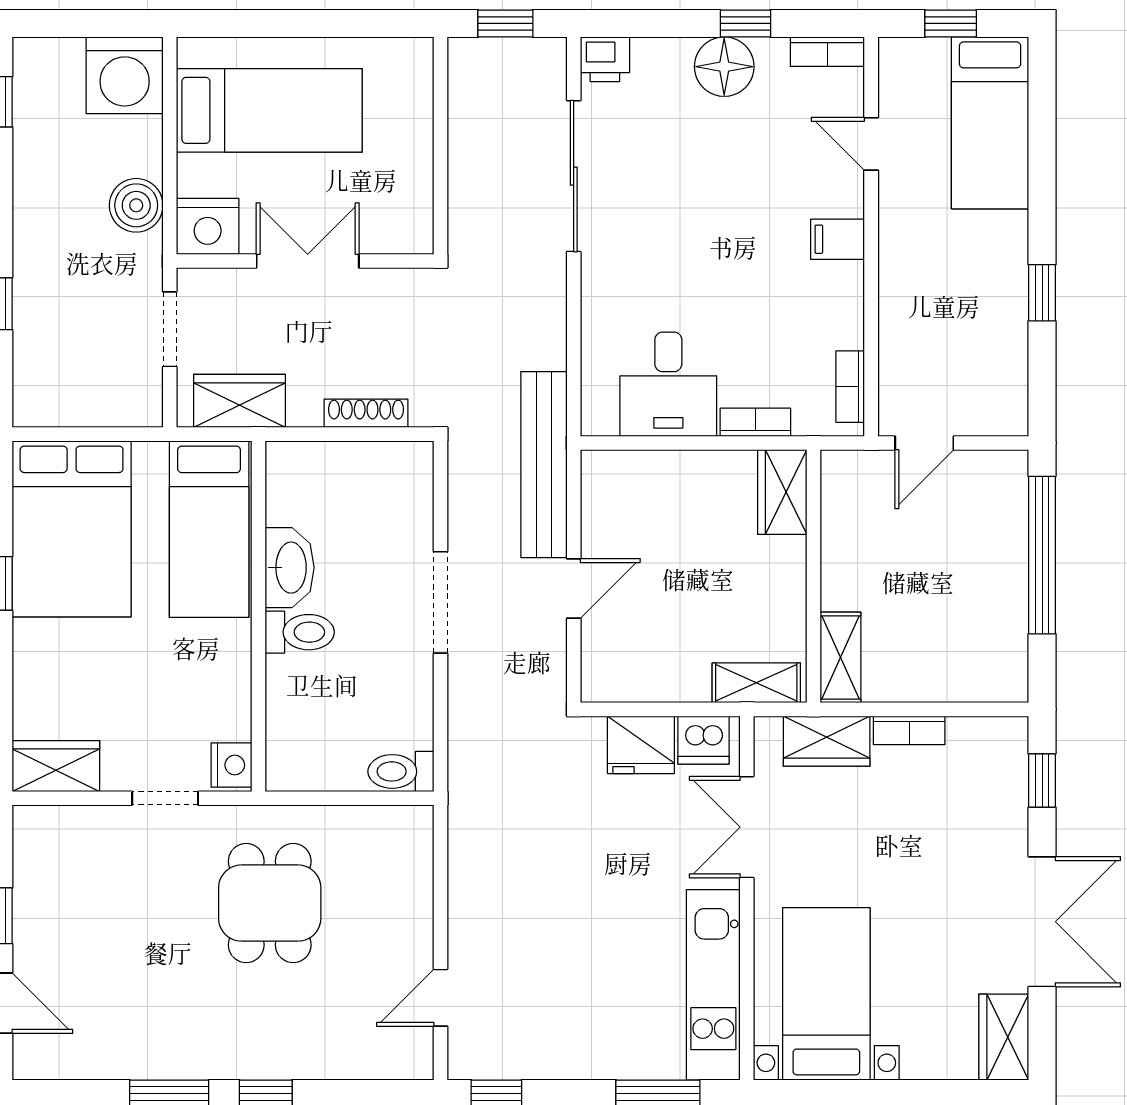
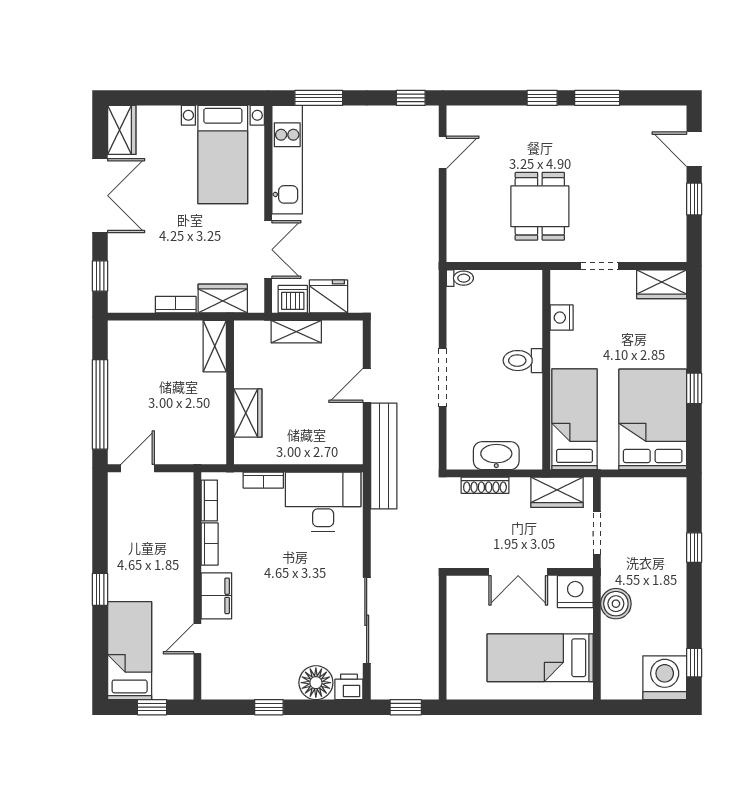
bookcase: (827, 52) -> (210, 544), moved, turned 90
floor lamp: (724, 67) -> (316, 683), moved
washing machine: (125, 75) -> (665, 678), moved
door: (871, 144) -> (197, 639), swing flipped
filing cabinet: (838, 239) -> (216, 596), width x2.00
window: (1042, 293) -> (100, 589), moved
desk: (668, 384) -> (323, 502), width x1.37
door: (924, 443) -> (138, 468), moved
wardrobe: (782, 492) -> (248, 413), moved
washbasin: (290, 568) -> (496, 456), moved, turned 90
shelving: (756, 683) -> (296, 332), moved
nightstand: (231, 765) -> (562, 318), moved
toilet: (401, 771) -> (460, 278), width x0.73, depth x0.72
double door: (1042, 922) -> (100, 196), swing flipped

